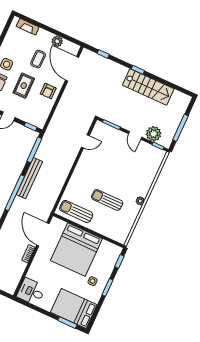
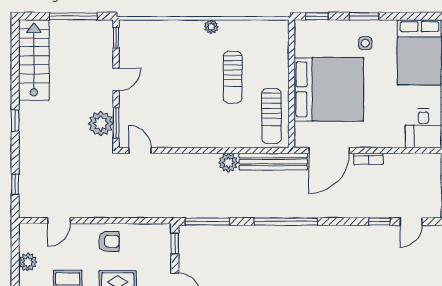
door: (72, 69) -> (59, 221), width x0.53
stairs: (148, 87) -> (34, 60), moved
plant: (154, 134) -> (101, 123), moved
door: (85, 141) -> (140, 150), moved
plant: (61, 176) -> (228, 163), added
bench: (29, 178) -> (273, 162), moved

